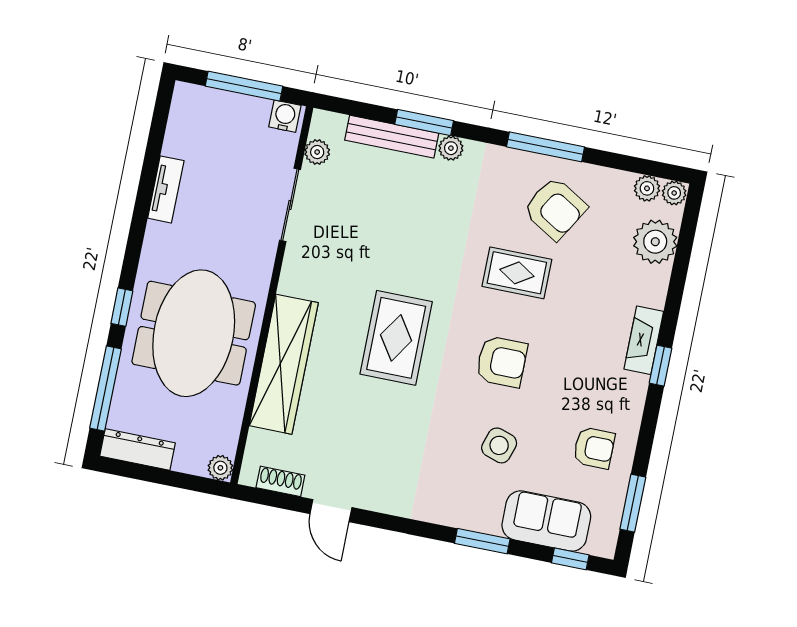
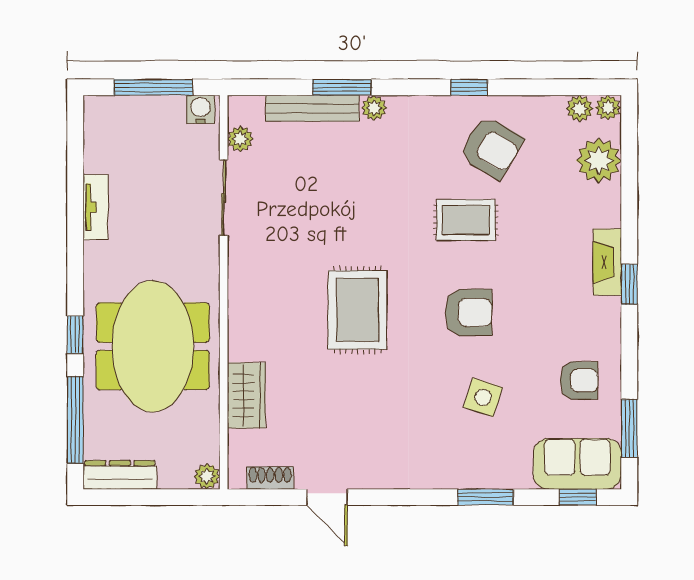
window: (545, 147) -> (469, 87), width x0.46
wardrobe: (284, 364) -> (246, 395), width x0.48, depth x0.85
sofa: (546, 521) -> (577, 464), moved

